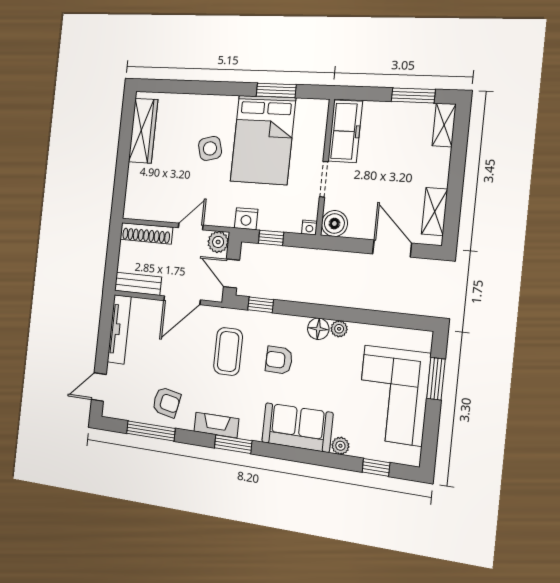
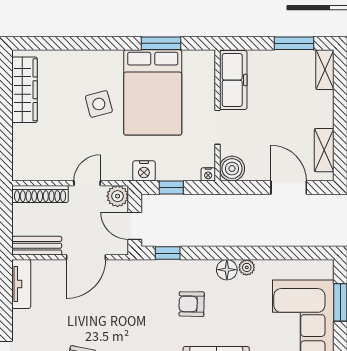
tv unit: (119, 329) -> (21, 284), width x0.71
coffee table: (228, 351) -> (140, 302), removed

